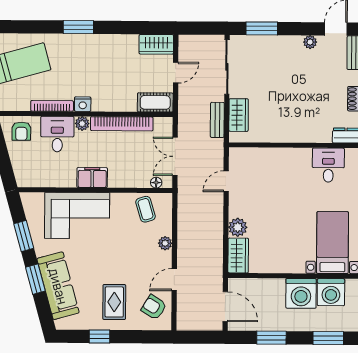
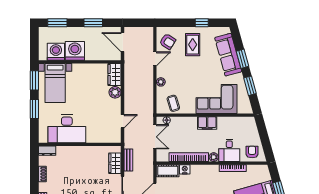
nightstand: (83, 104) -> (185, 169), moved
desk: (328, 165) -> (67, 129), width x1.87, depth x1.30

